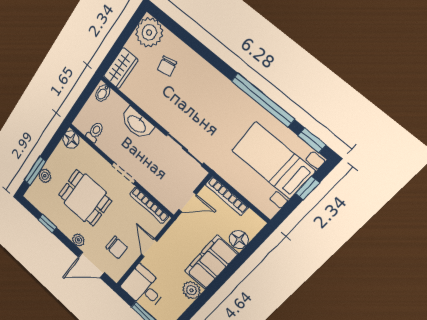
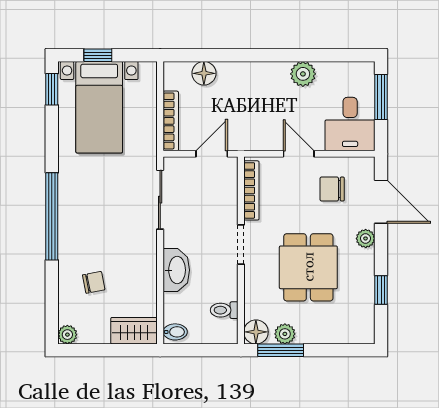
plant: (149, 32) -> (67, 335), width x0.53, depth x0.53
window: (263, 100) -> (52, 216), moved
window: (35, 171) -> (281, 350), moved
plant: (45, 176) -> (285, 334), moved
door: (188, 202) -> (212, 154), hinge flipped
chair: (117, 247) -> (332, 189), turned -90
door: (149, 248) -> (299, 154), swing flipped
filing cabinet: (211, 262) -> (253, 80), removed

